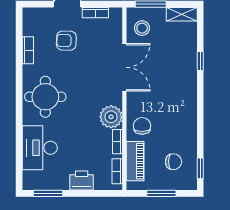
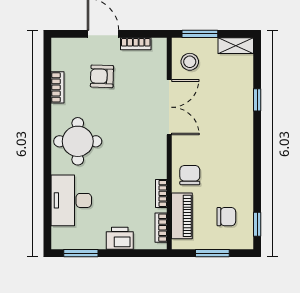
plant: (111, 117) -> (154, 165), removed

